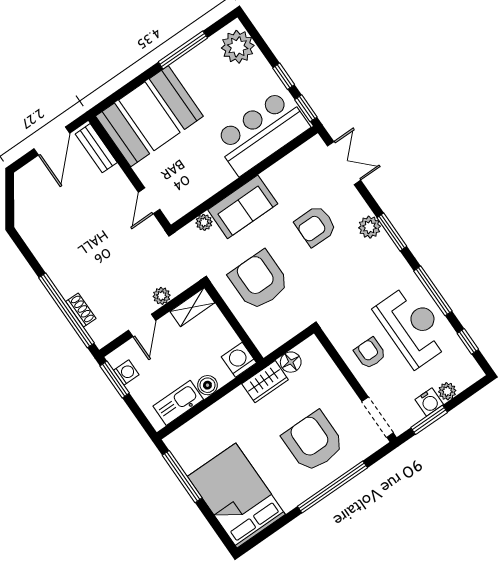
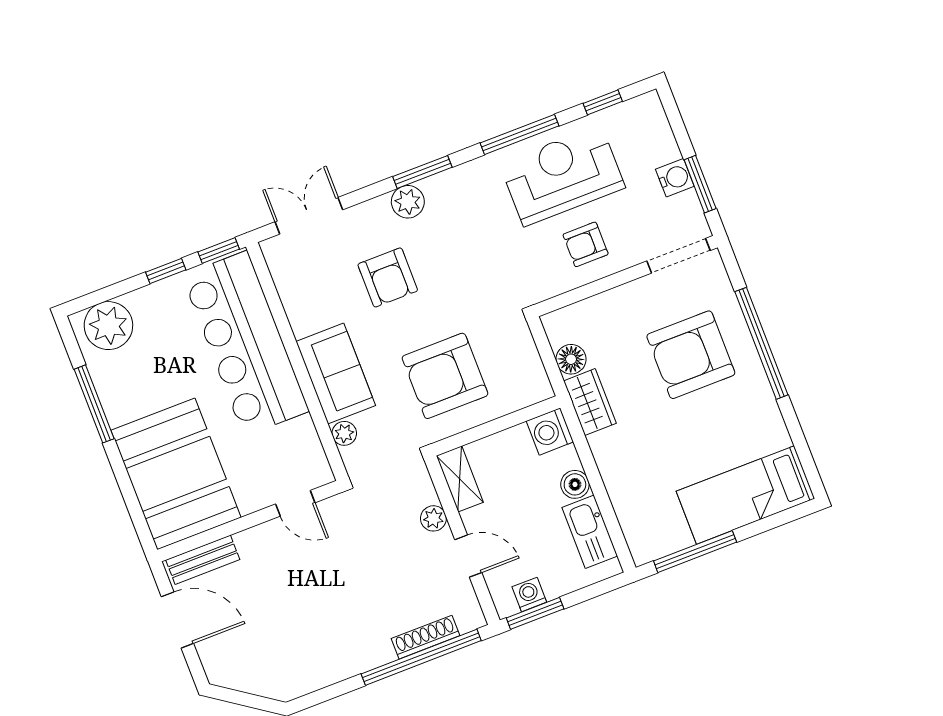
bar counter: (261, 132) -> (245, 343), width x1.36
shoe rack: (81, 310) -> (426, 637), width x1.43
plant: (447, 391) -> (666, 149), removed
bed: (236, 495) -> (745, 495), width x0.67

